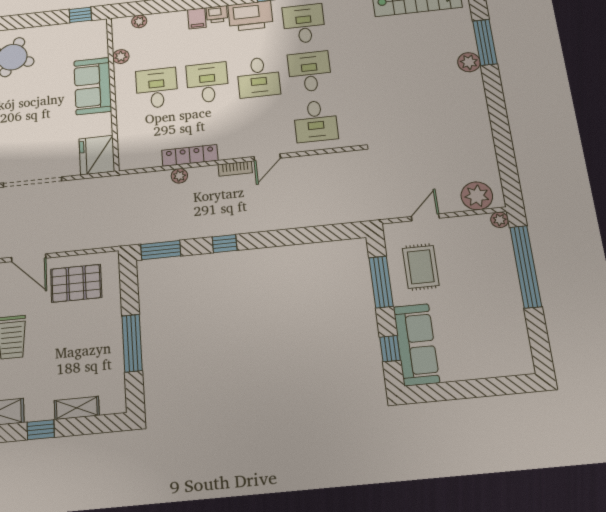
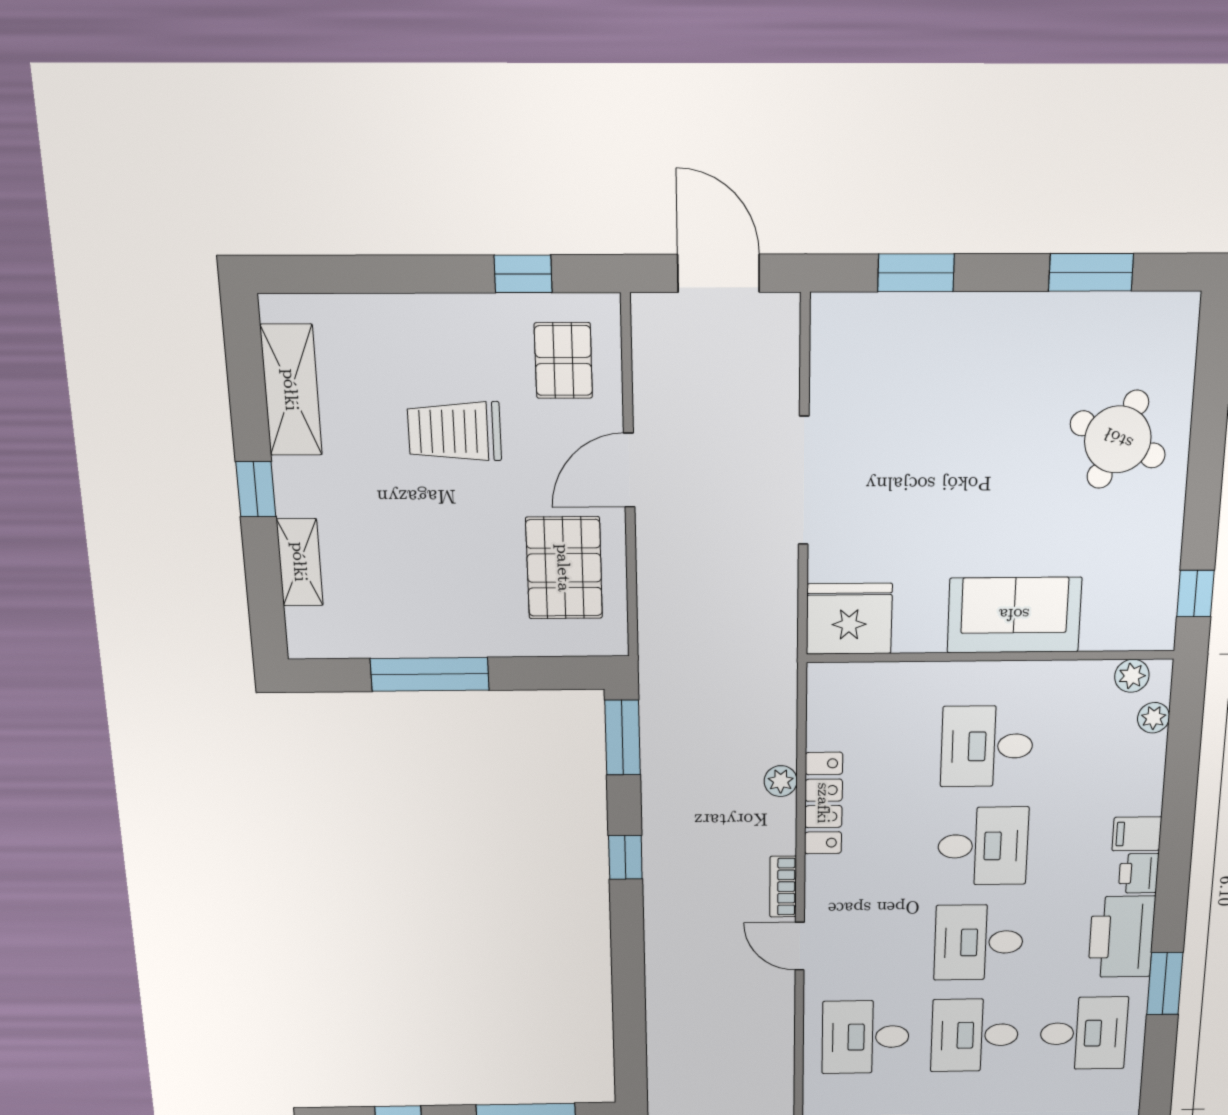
plant: (121, 57) -> (1132, 676), moved
desk: (310, 72) -> (975, 1035), turned 180
desk: (157, 88) -> (987, 746), turned 180

